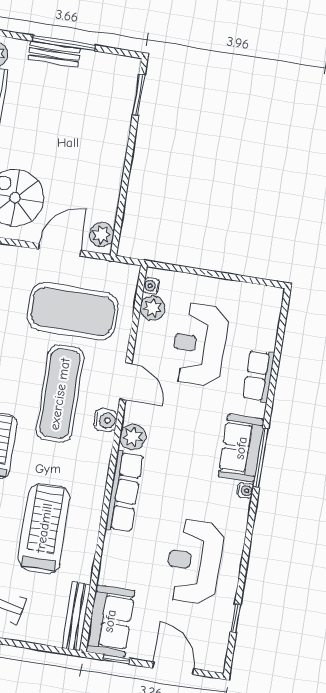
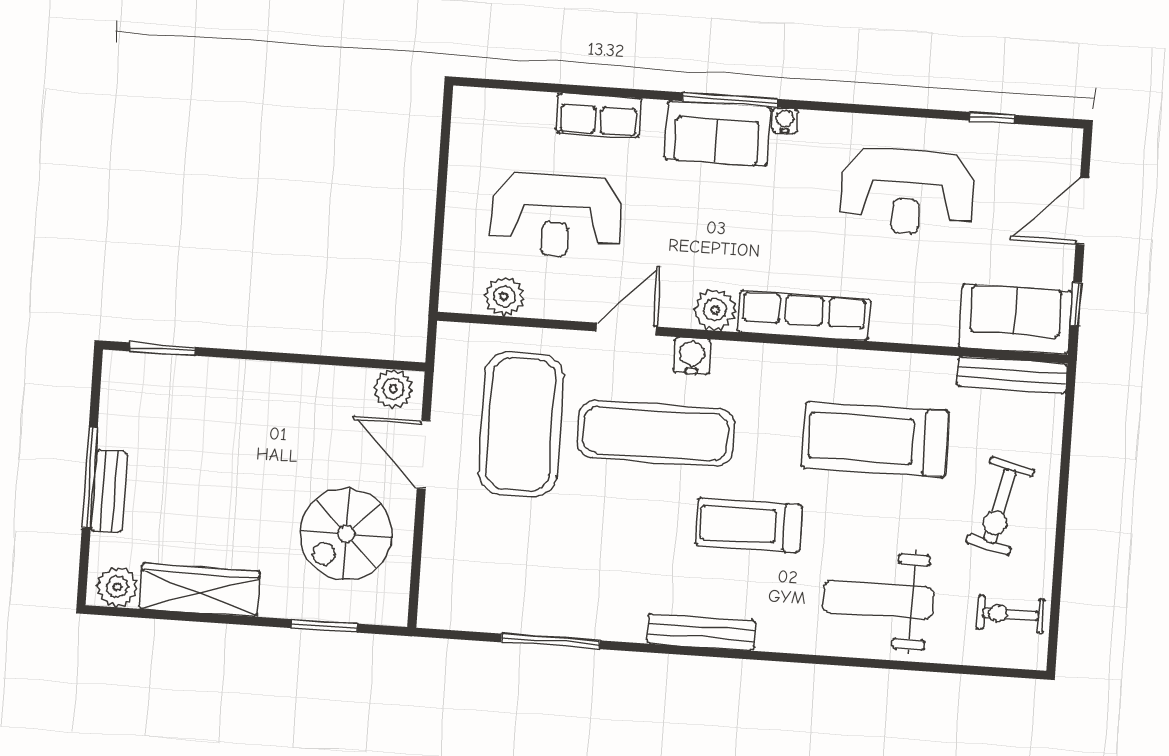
water cooler: (151, 286) -> (469, 301), removed

